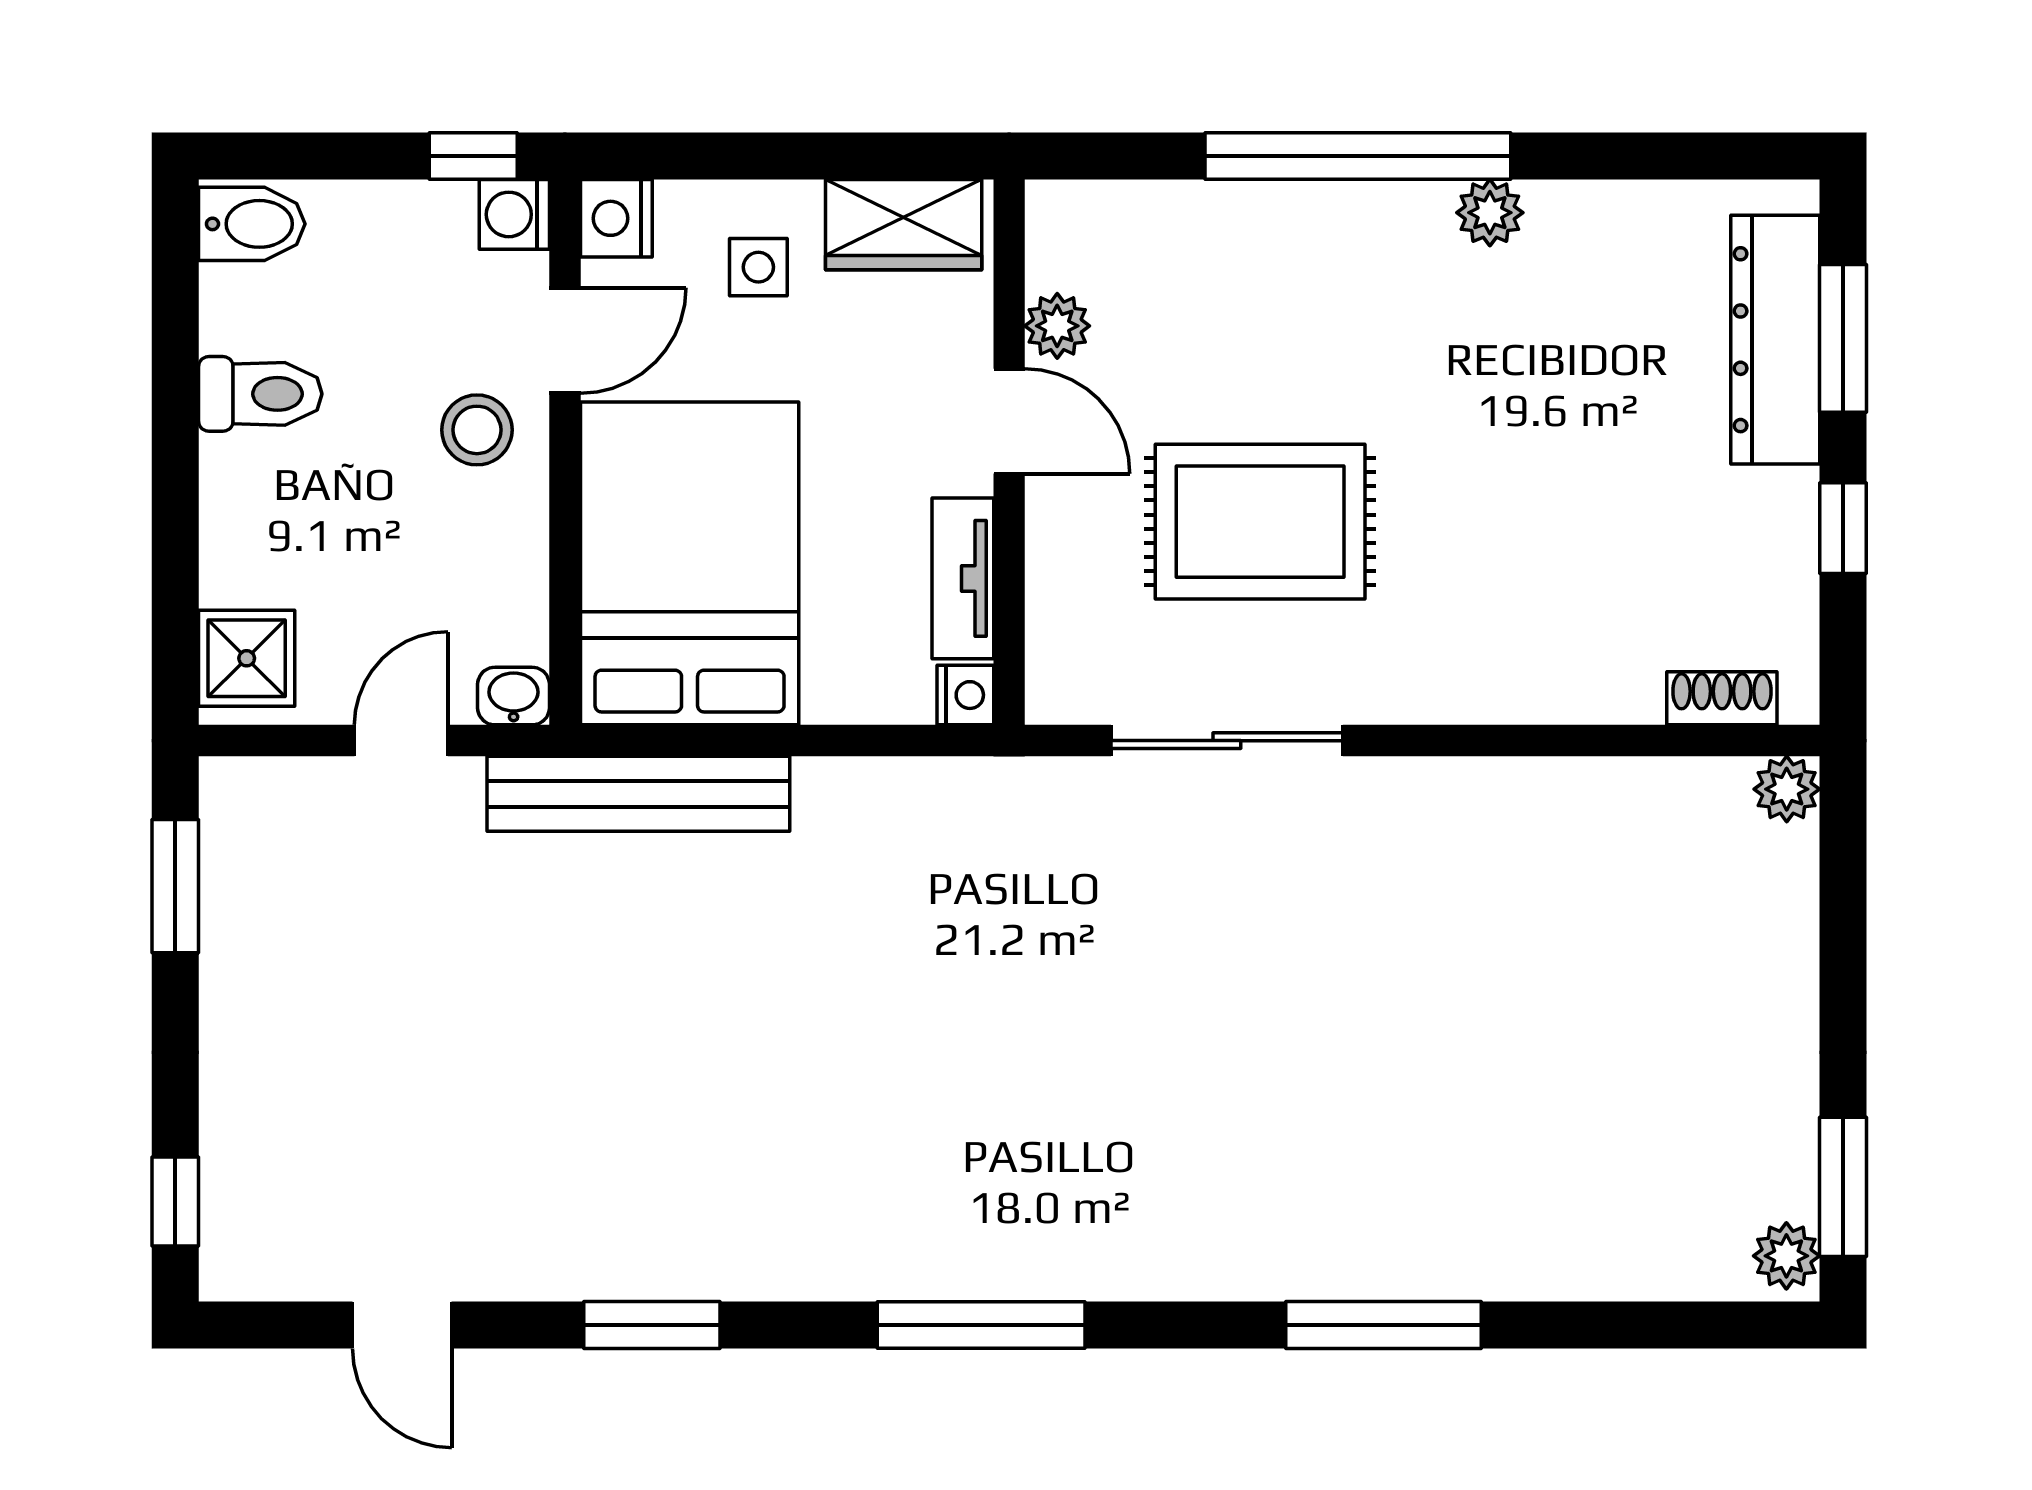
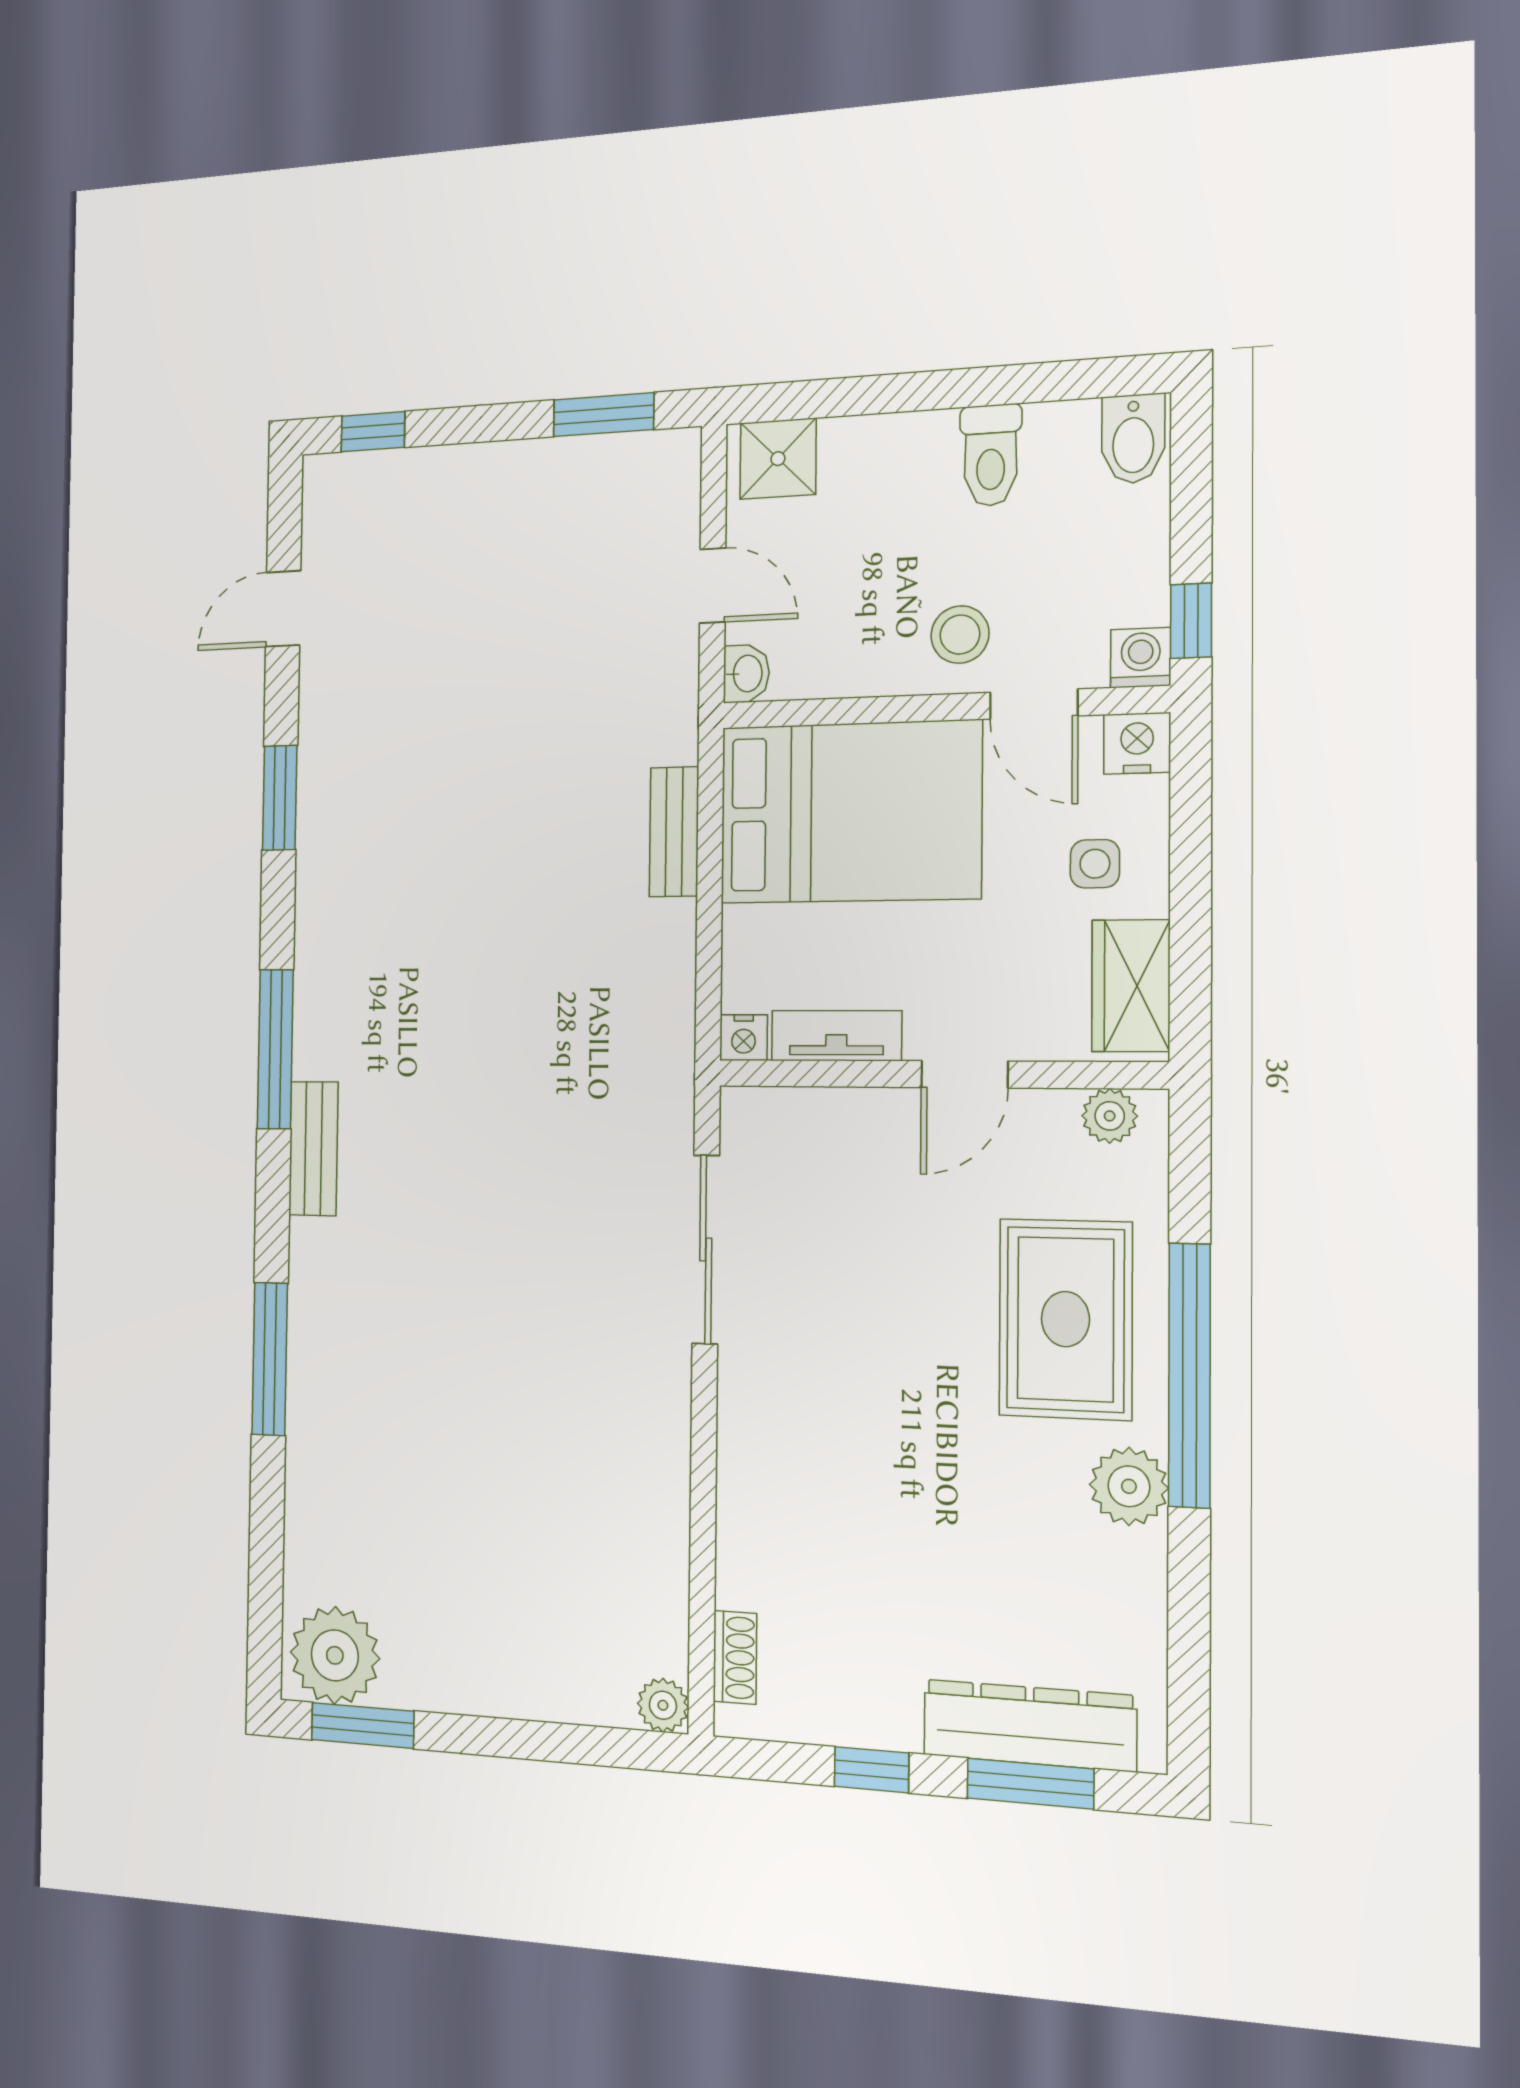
plant: (1490, 213) -> (1129, 1486), width x1.38, depth x1.38
plant: (1057, 326) -> (1110, 1116), moved
rug: (1260, 522) -> (1065, 1319), moved
bench: (638, 794) -> (674, 832), width x0.54, depth x0.82
plant: (1786, 1256) -> (335, 1655), width x1.88, depth x1.88
bench: (1110, 1269) -> (313, 1149), added

